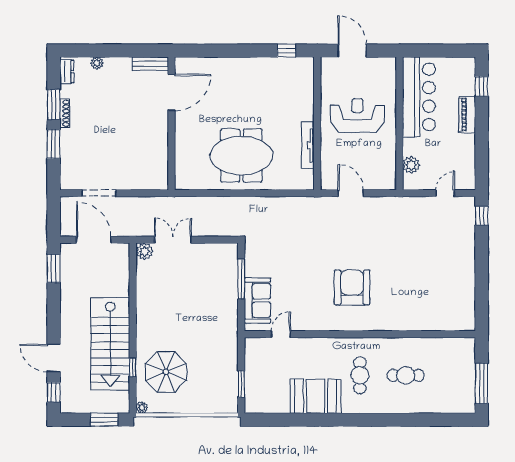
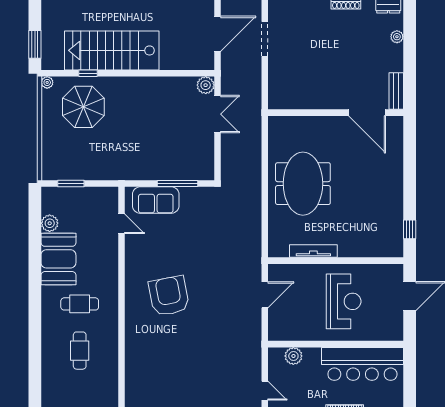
armchair: (352, 287) -> (169, 296), turned -101
plant: (280, 405) -> (50, 223), added

